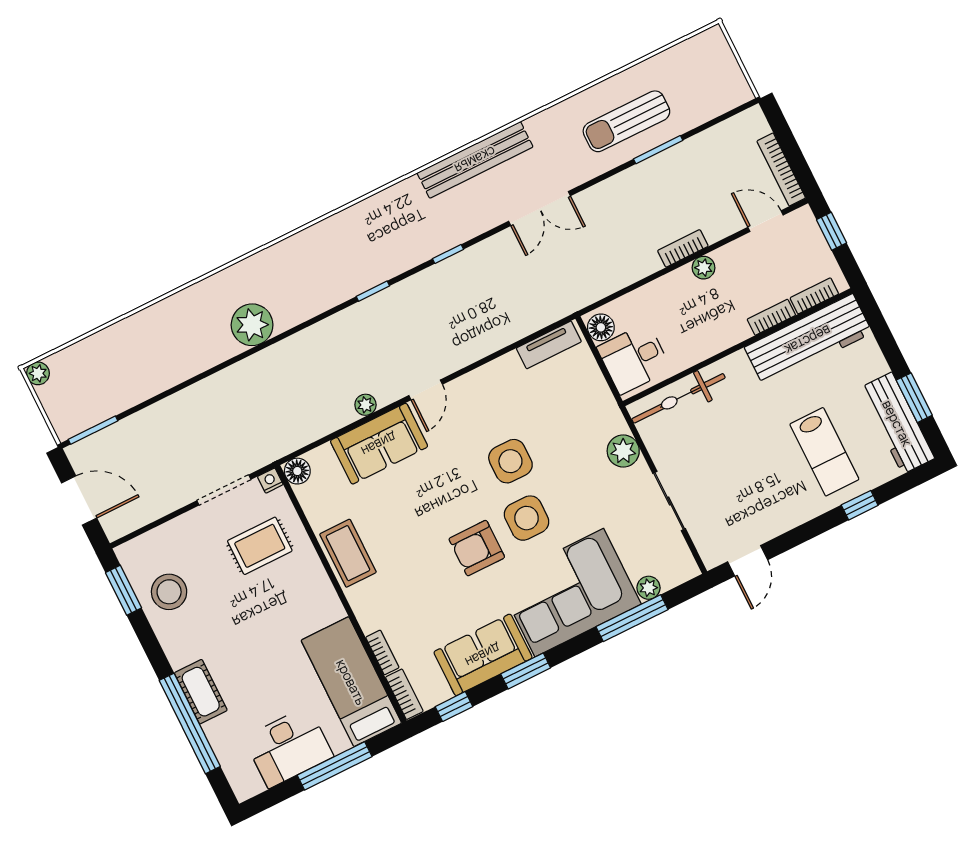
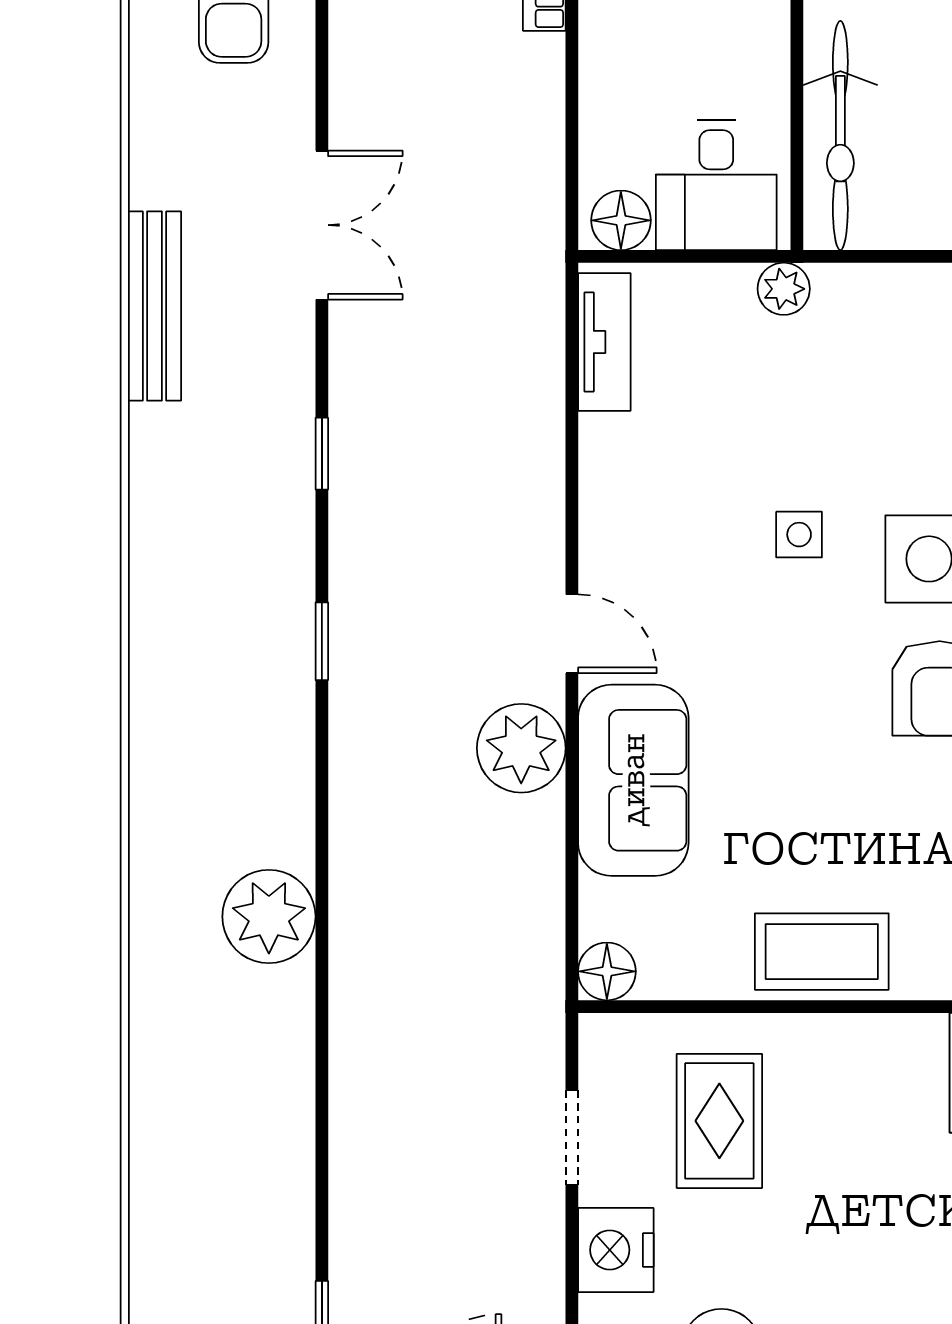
bench: (475, 160) -> (155, 306), width x0.73, depth x0.82
plant: (365, 405) -> (521, 748), width x1.88, depth x1.88
plant: (623, 451) -> (784, 289), moved, width x0.73, depth x0.73
side table: (510, 461) -> (799, 535), width x0.54, depth x0.54
nightstand: (270, 481) -> (616, 1250), moved, width x1.89, depth x1.79
doorway: (224, 490) -> (572, 1138), width x0.73

